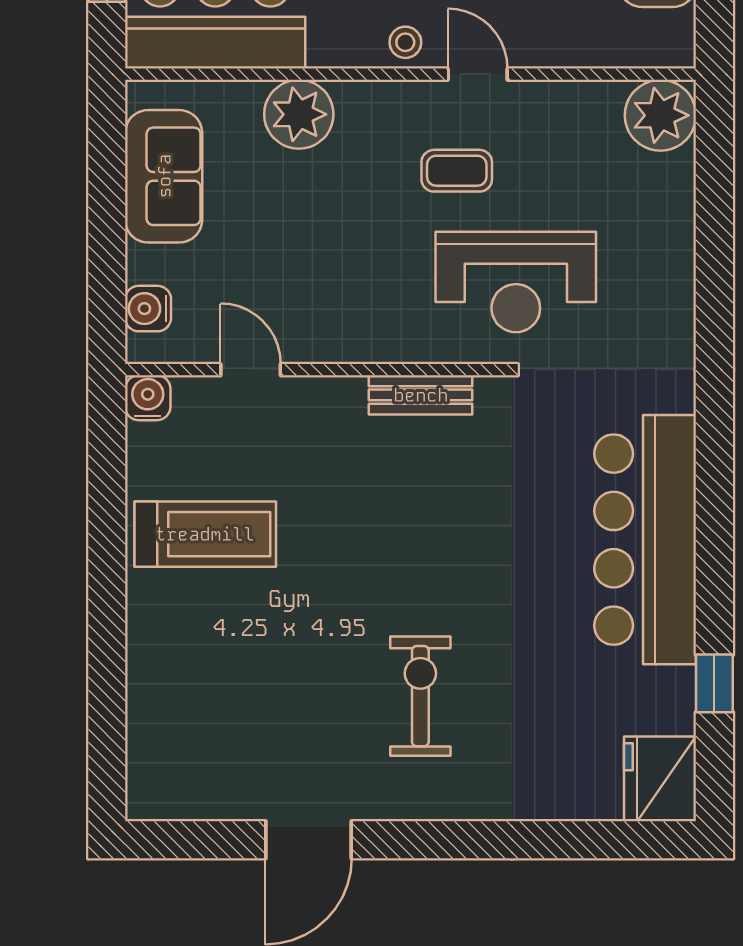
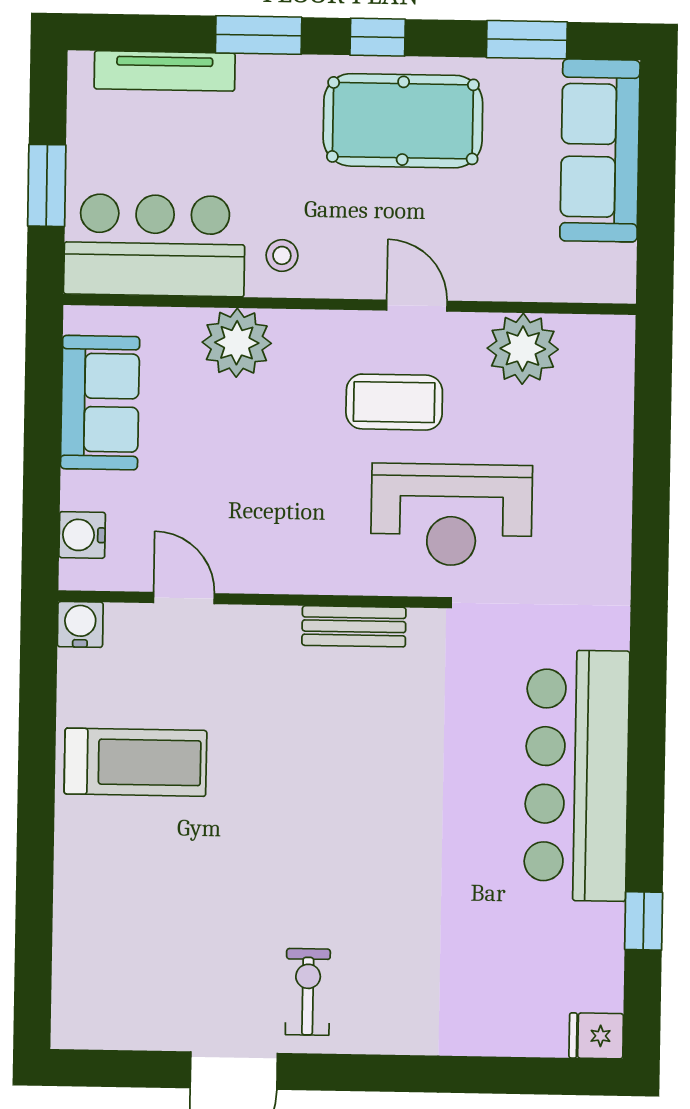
stool: (405, 42) -> (282, 255), moved
plant: (660, 115) -> (523, 349), moved
coffee table: (457, 171) -> (394, 402), width x1.36, depth x1.30
exercise bike: (420, 696) -> (308, 992), moved, width x0.73, depth x0.72
fridge: (660, 779) -> (596, 1036), width x0.53, depth x0.75

